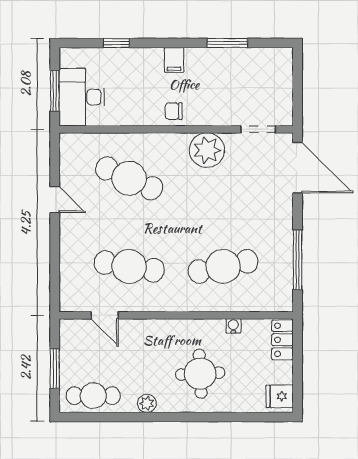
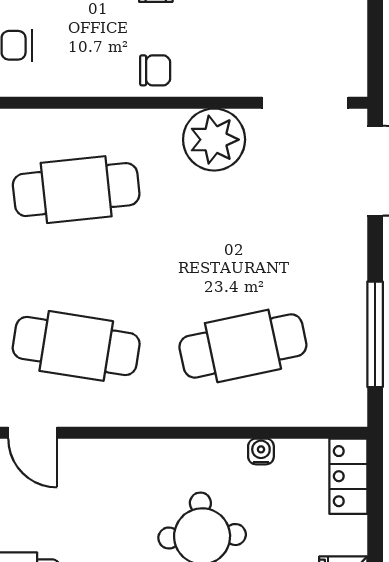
chair: (174, 111) -> (155, 70), turned 180
doorway: (258, 129) -> (305, 103), width x1.38
cafe table: (129, 178) -> (76, 190), turned -30

